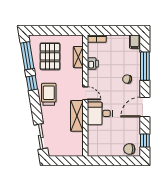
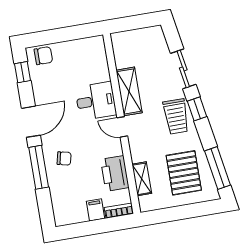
filing cabinet: (135, 42) -> (96, 210), moved
printer: (93, 64) -> (115, 173), width x1.87, depth x1.48
window: (145, 66) -> (39, 167), moved
window: (32, 83) -> (197, 109), moved
sliding door: (41, 136) -> (183, 69), moved

